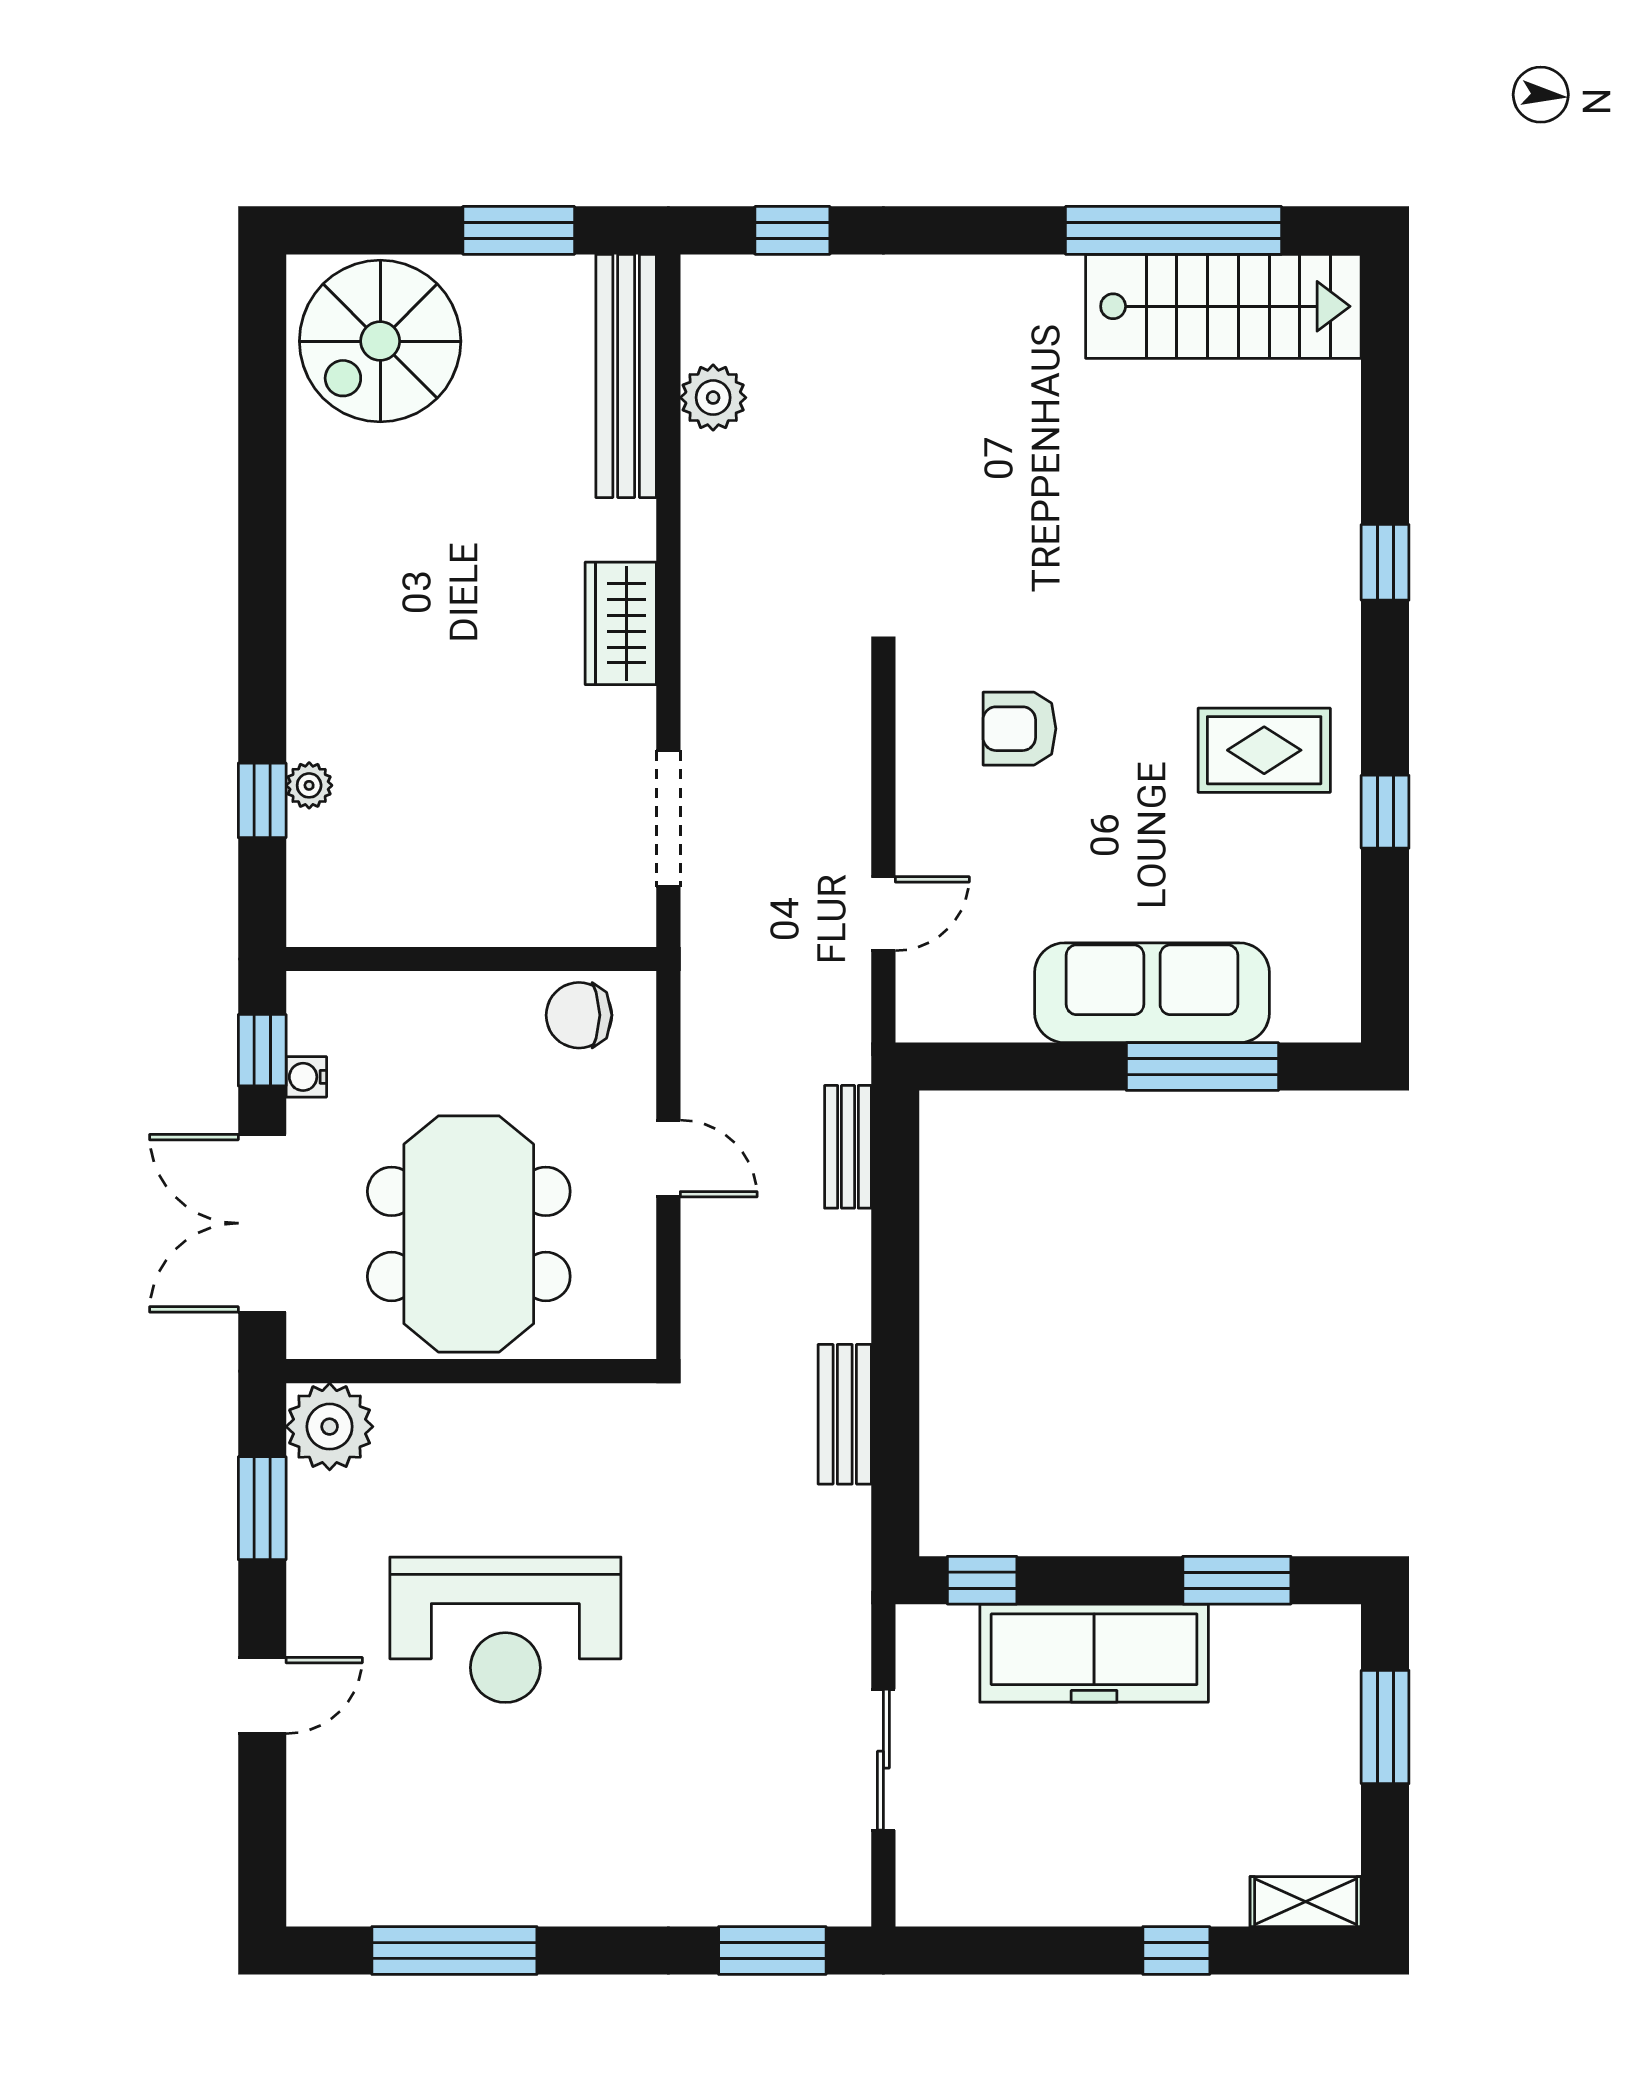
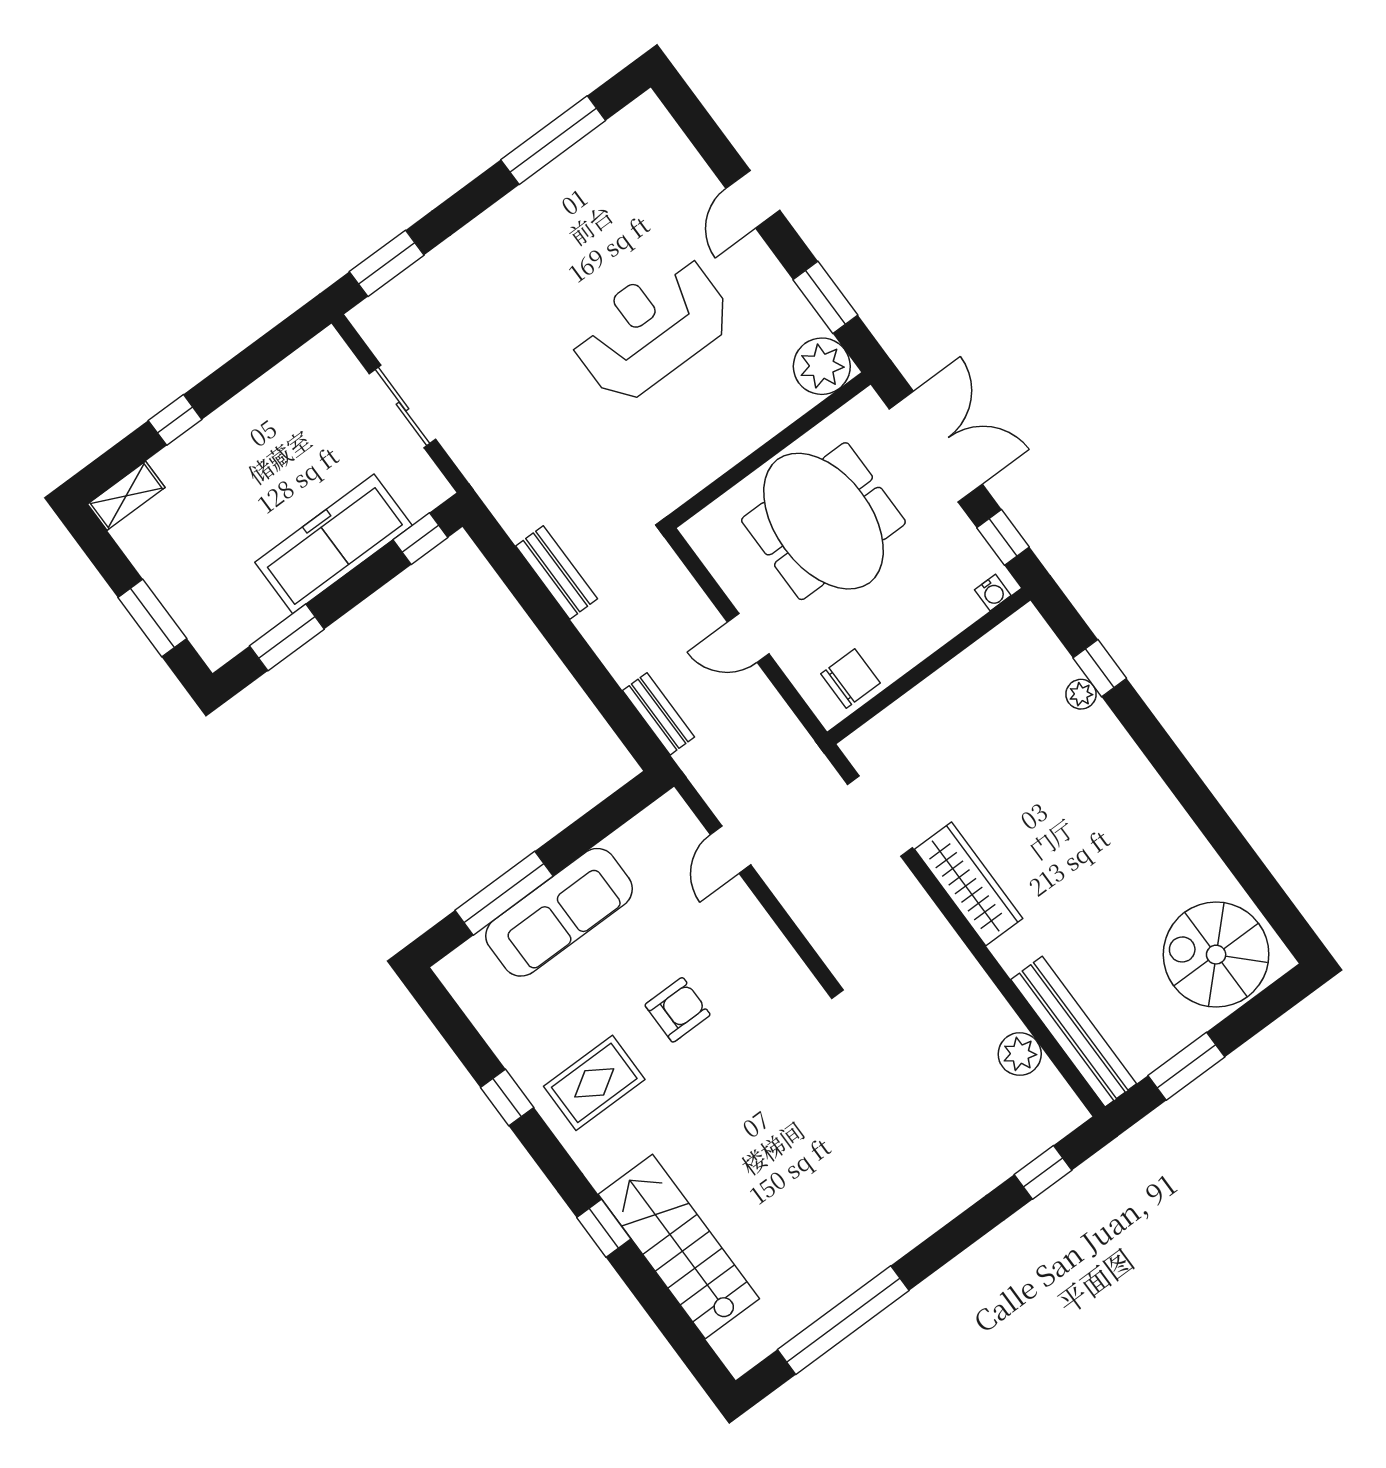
stairs: (1223, 306) -> (679, 1247), moved, turned 90
spiral stairs: (380, 341) -> (1216, 955), turned -90
wardrobe: (621, 623) -> (969, 884), width x1.50
armchair: (1019, 729) -> (678, 1010), moved
water cooler: (306, 1077) -> (993, 593), moved, turned 90

